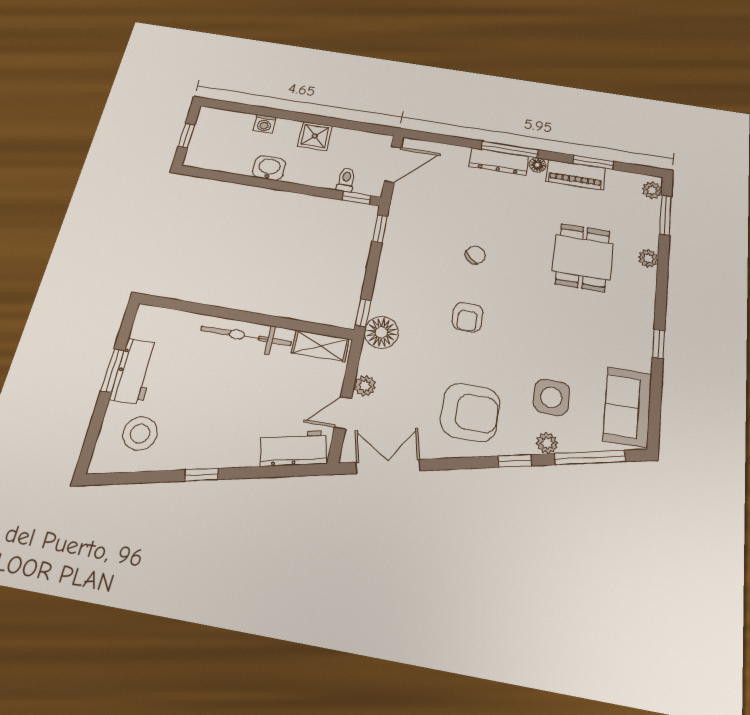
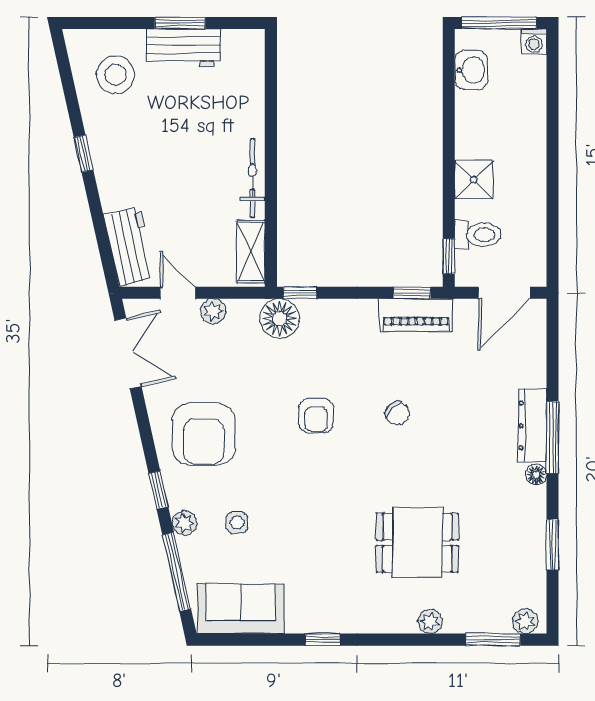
washing machine: (264, 124) -> (534, 42), moved, turned -90
window: (186, 136) -> (499, 23), width x2.17
shower: (315, 136) -> (474, 180), moved
door: (393, 164) -> (504, 293), hinge flipped
washbasin: (269, 168) -> (471, 70), moved
piano: (576, 175) -> (416, 315), moved, turned -90
toilet: (346, 180) -> (478, 235), width x1.37, depth x1.39
armchair: (468, 317) -> (316, 415), turned -90
bicycle: (246, 336) -> (252, 178), width x0.73, depth x0.71
side table: (551, 397) -> (237, 523), width x0.54, depth x0.54

